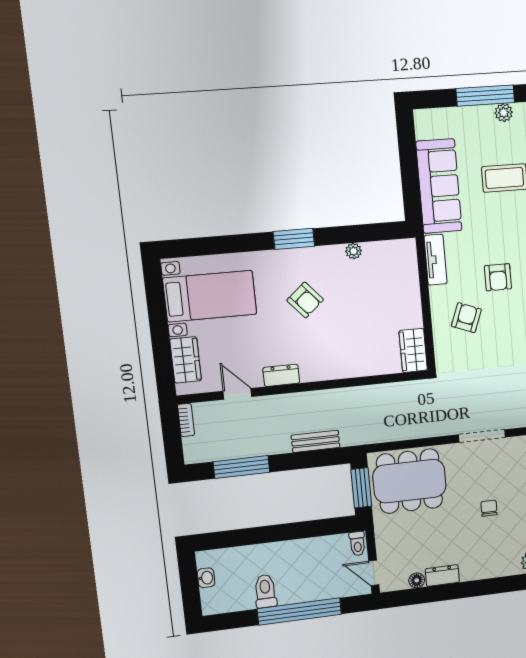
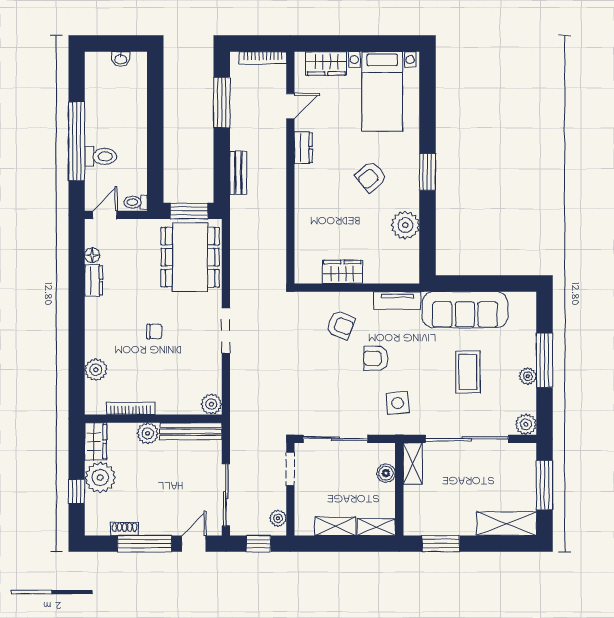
plant: (354, 251) -> (405, 225), width x1.88, depth x1.88
wardrobe: (413, 350) -> (342, 272), moved
bookcase: (186, 420) -> (263, 58), width x1.56
toilet: (265, 591) -> (101, 156), moved

